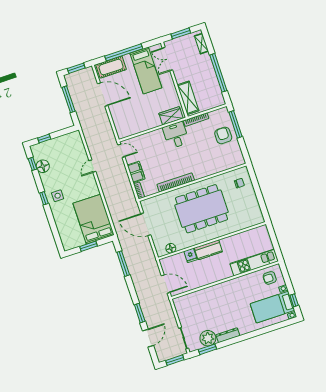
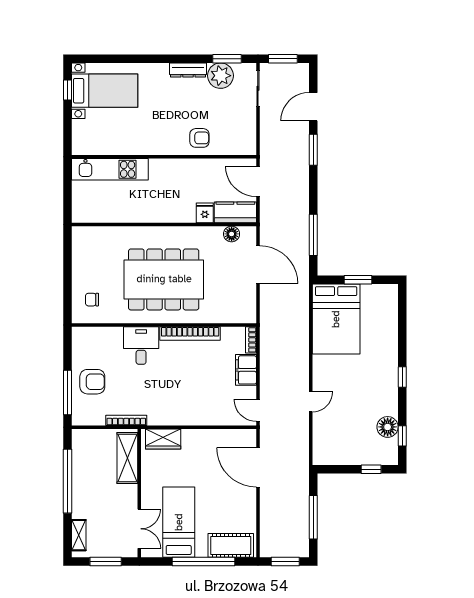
door: (103, 95) -> (258, 467), moved
desk: (176, 135) -> (141, 346), moved, turned 180
armchair: (223, 135) -> (92, 382), turned -90
side table: (58, 196) -> (380, 374), removed
door: (146, 224) -> (258, 265), moved
kitchen counter: (208, 250) -> (235, 212), moved
armchair: (270, 278) -> (199, 138), moved

